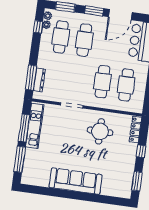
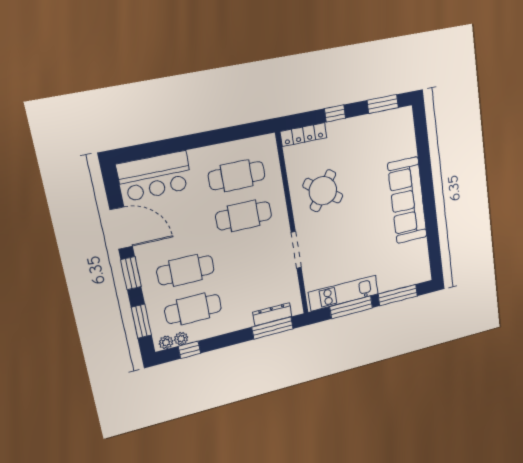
round table: (100, 131) -> (323, 191), turned 35

